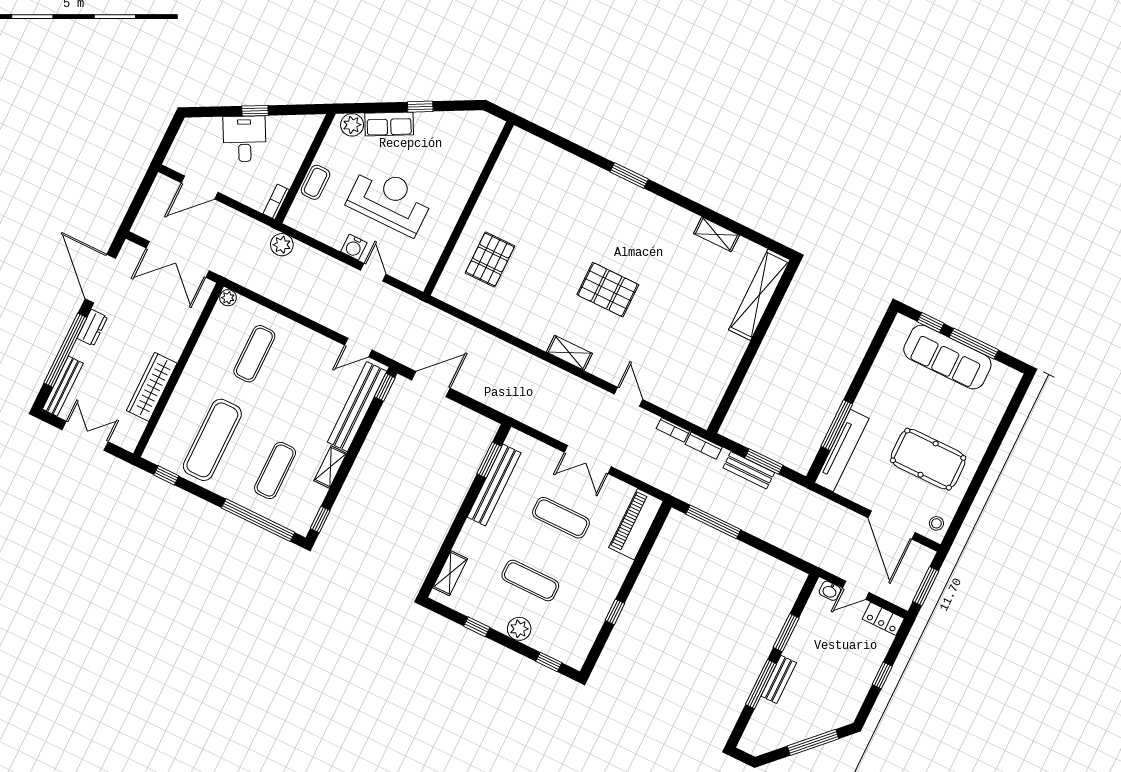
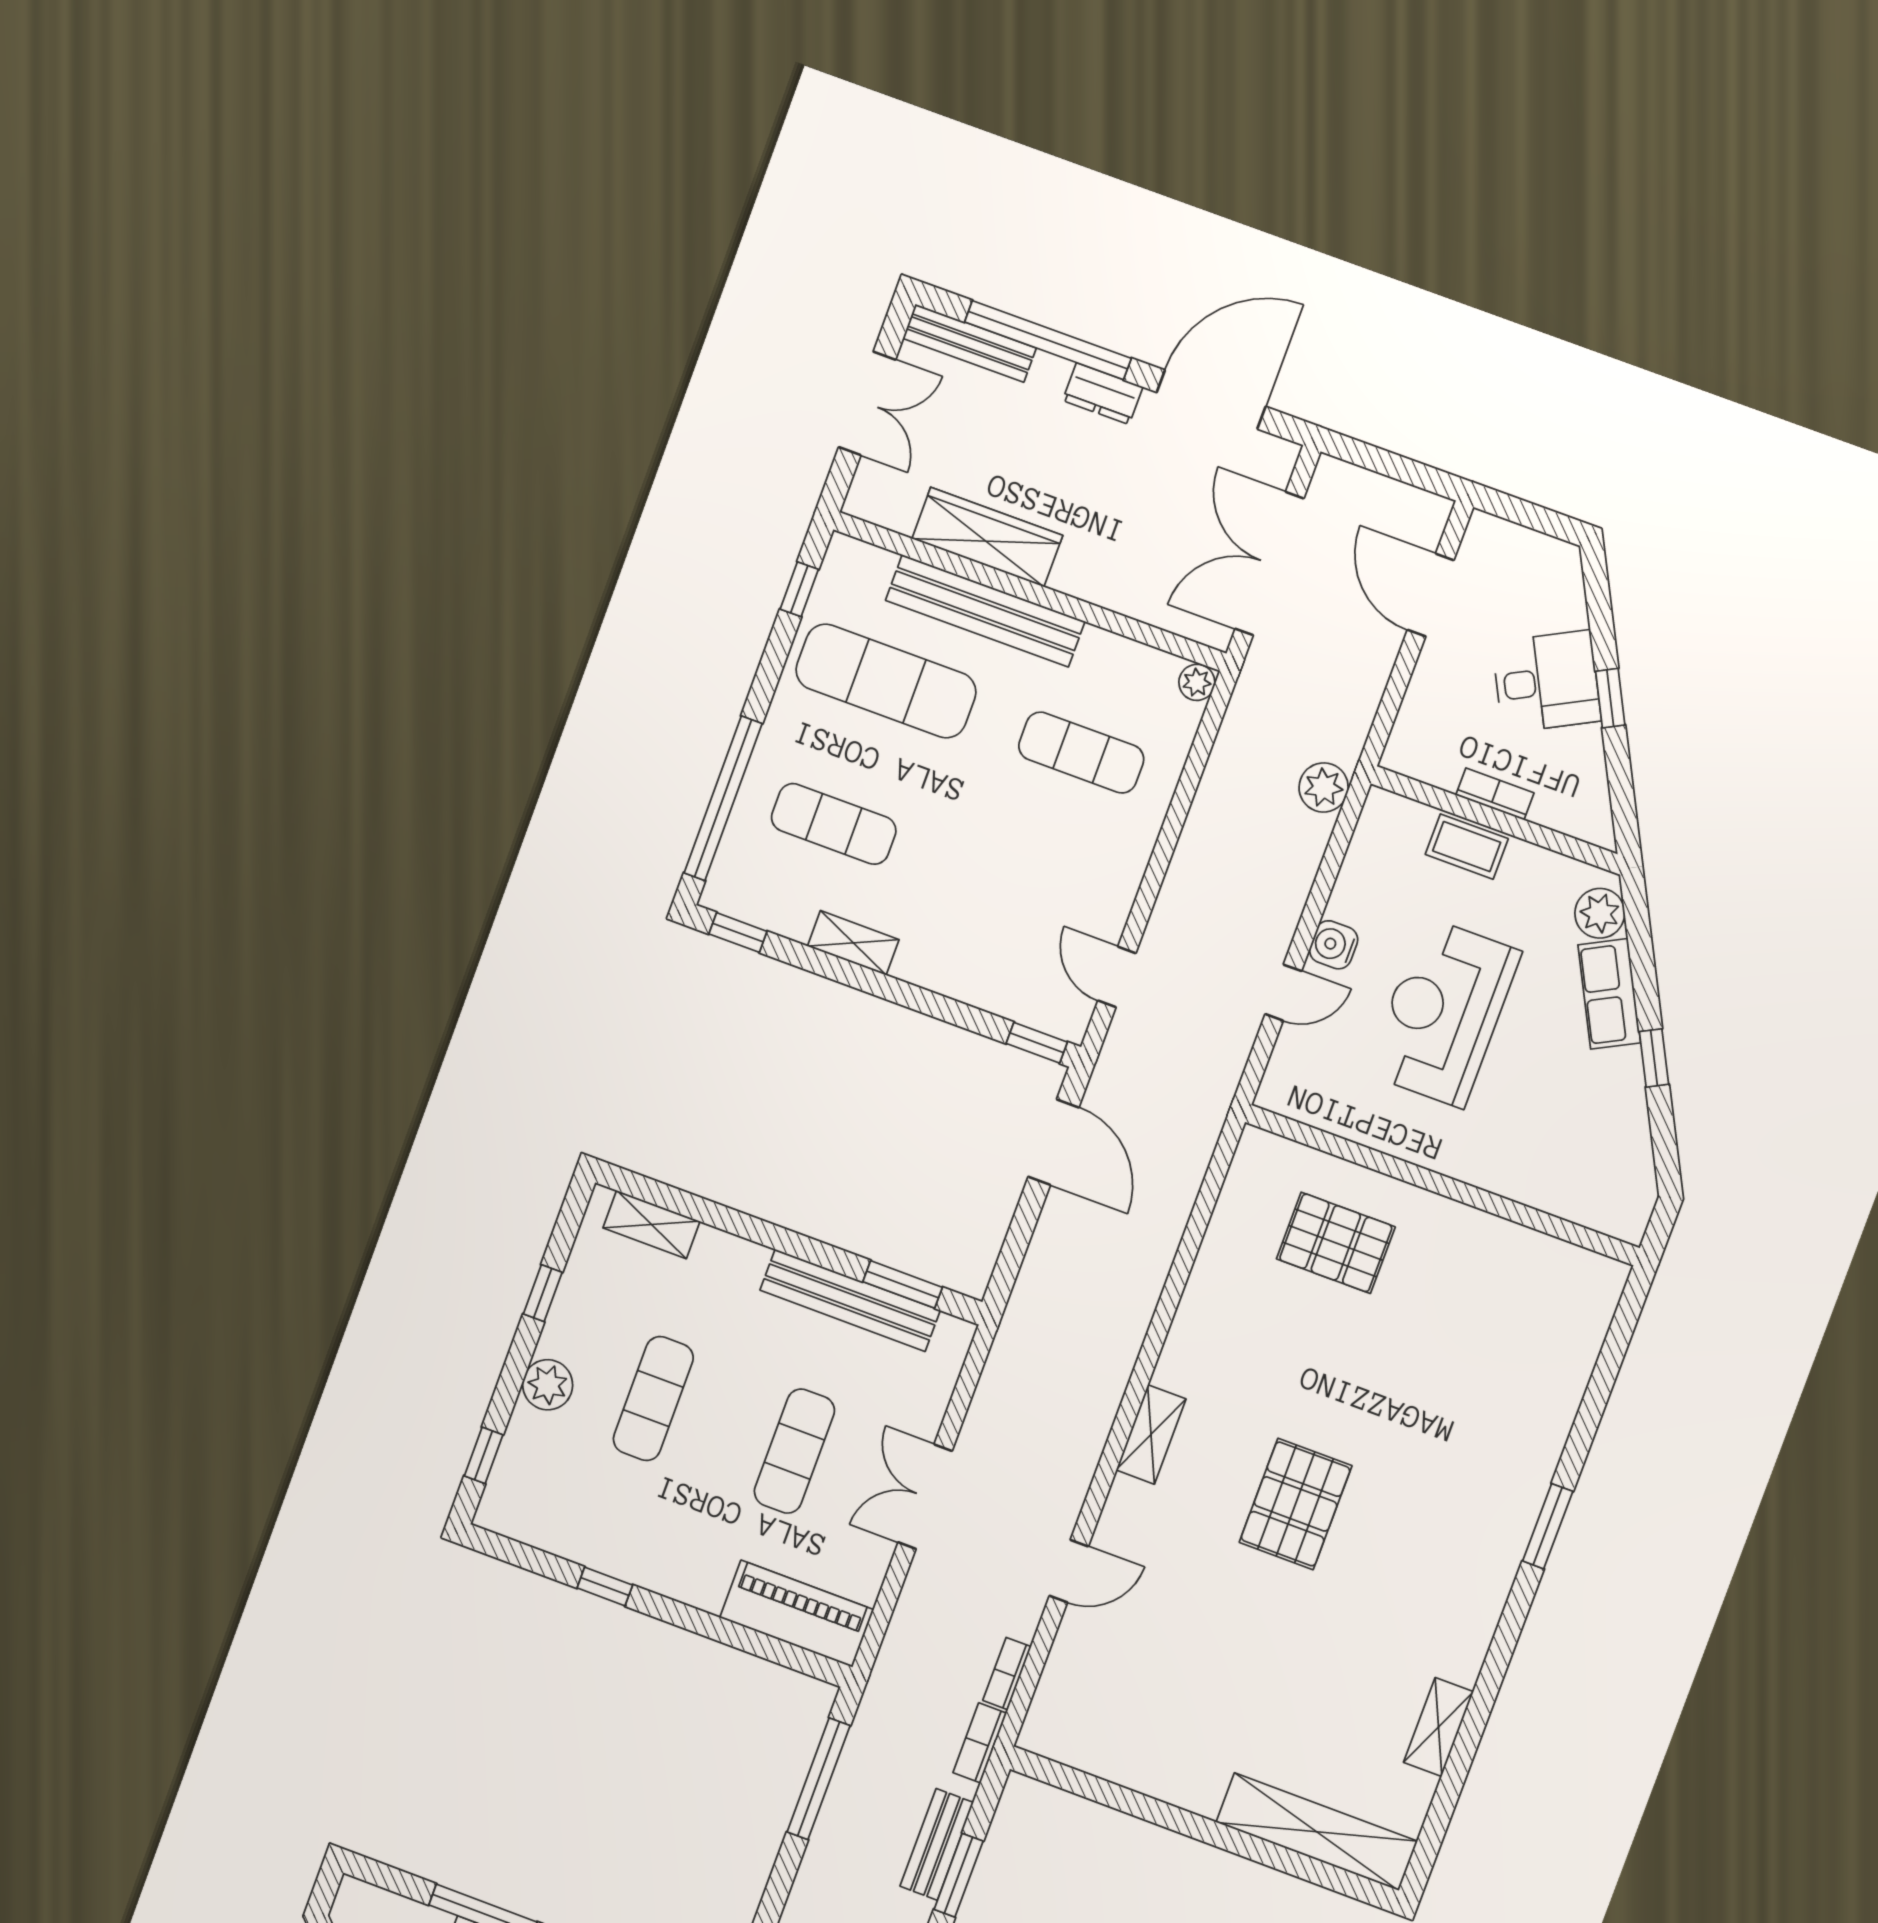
reception desk: (390, 200) -> (1443, 1012), turned 180
bookcase: (276, 202) -> (1495, 794), moved
bench: (357, 407) -> (985, 611), moved

